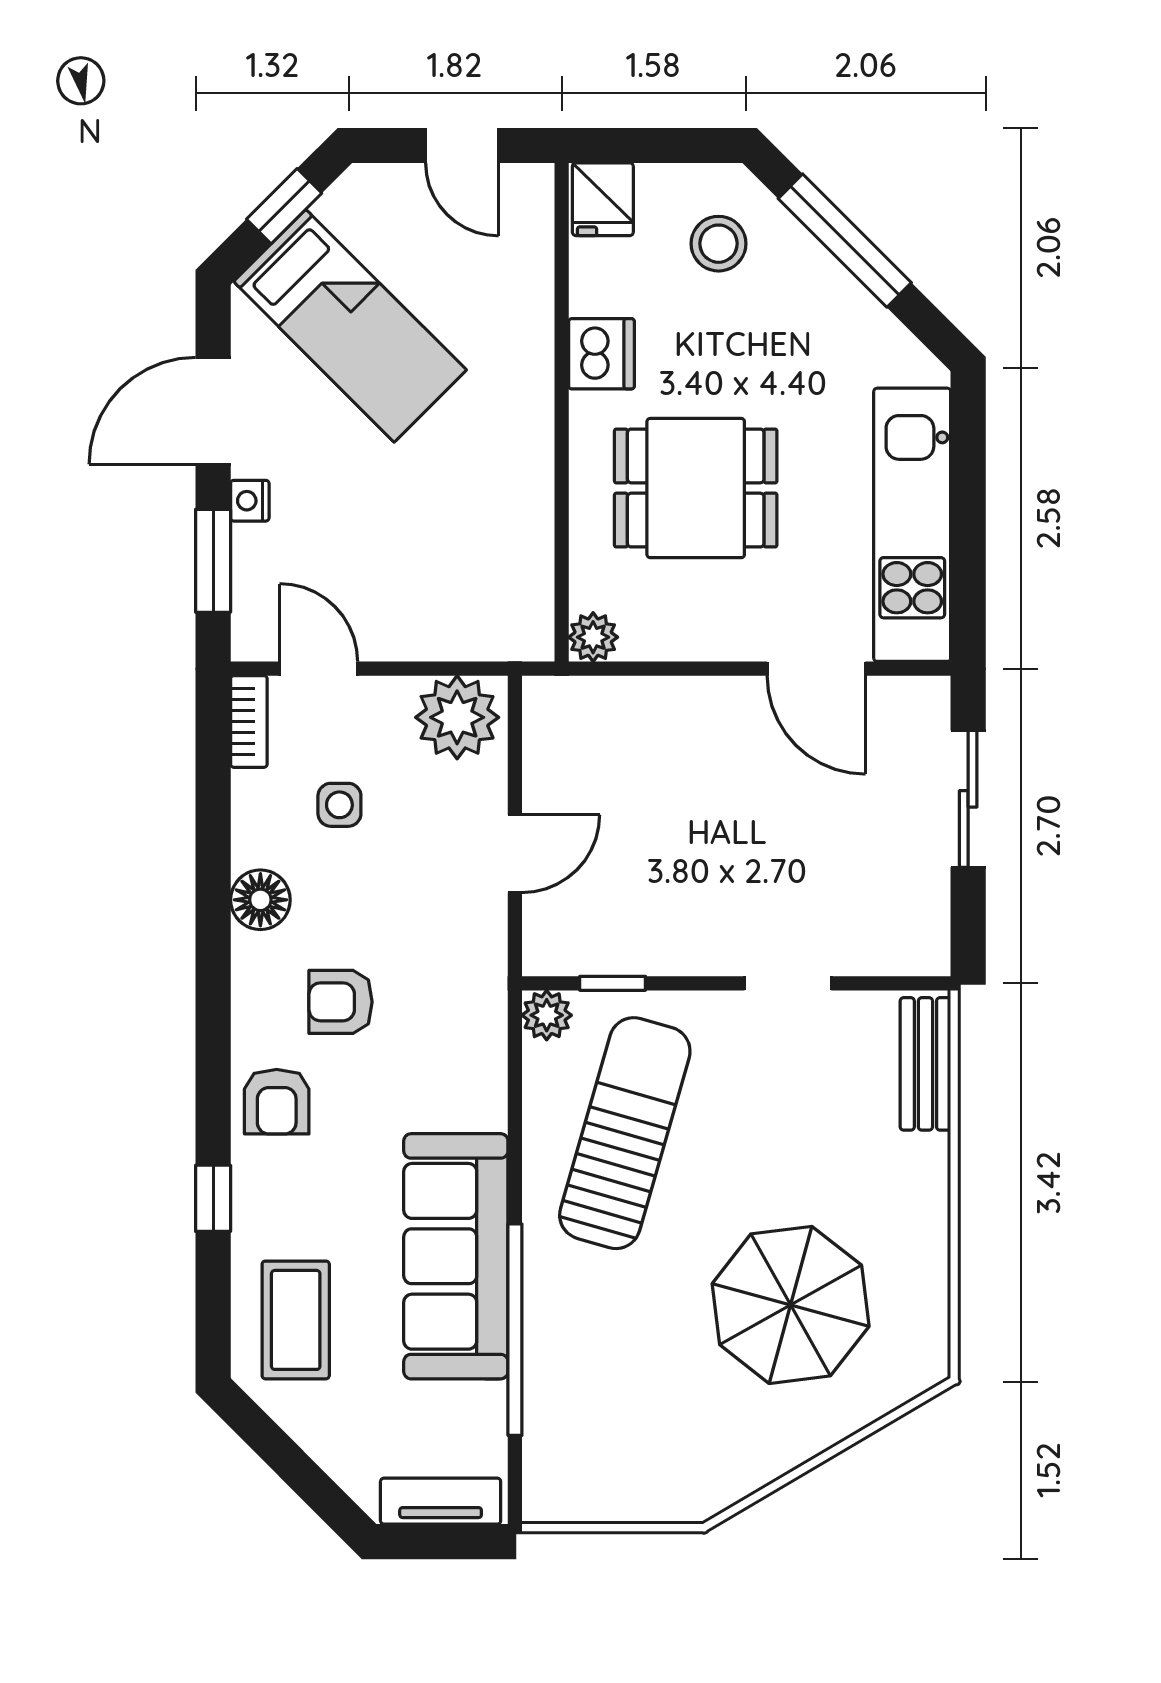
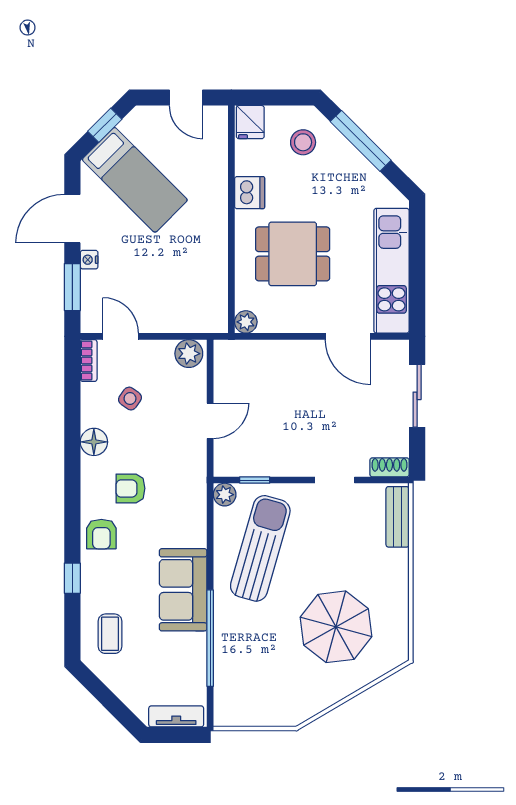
plant: (457, 717) -> (189, 354), width x0.73, depth x0.73
side table: (339, 805) -> (130, 399), turned 35
shoe rack: (908, 956) -> (389, 467), added
sofa: (456, 1256) -> (183, 590), width x0.73
coffee table: (296, 1320) -> (110, 634), width x0.73, depth x0.77

